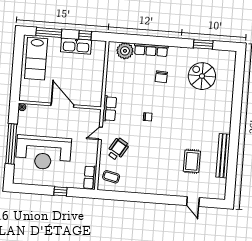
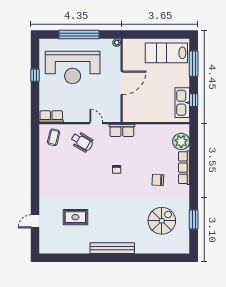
kitchen sink: (76, 46) -> (182, 103), moved
reception desk: (43, 153) -> (73, 67), turned -90
bench: (223, 156) -> (112, 248), moved
window: (60, 191) -> (35, 75), moved

